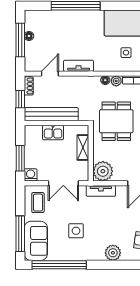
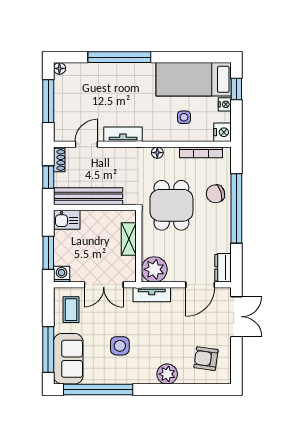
floor lamp: (29, 36) -> (59, 68), moved
plant: (116, 81) -> (171, 154), removed
kitchen sink: (53, 132) -> (67, 220), moved

